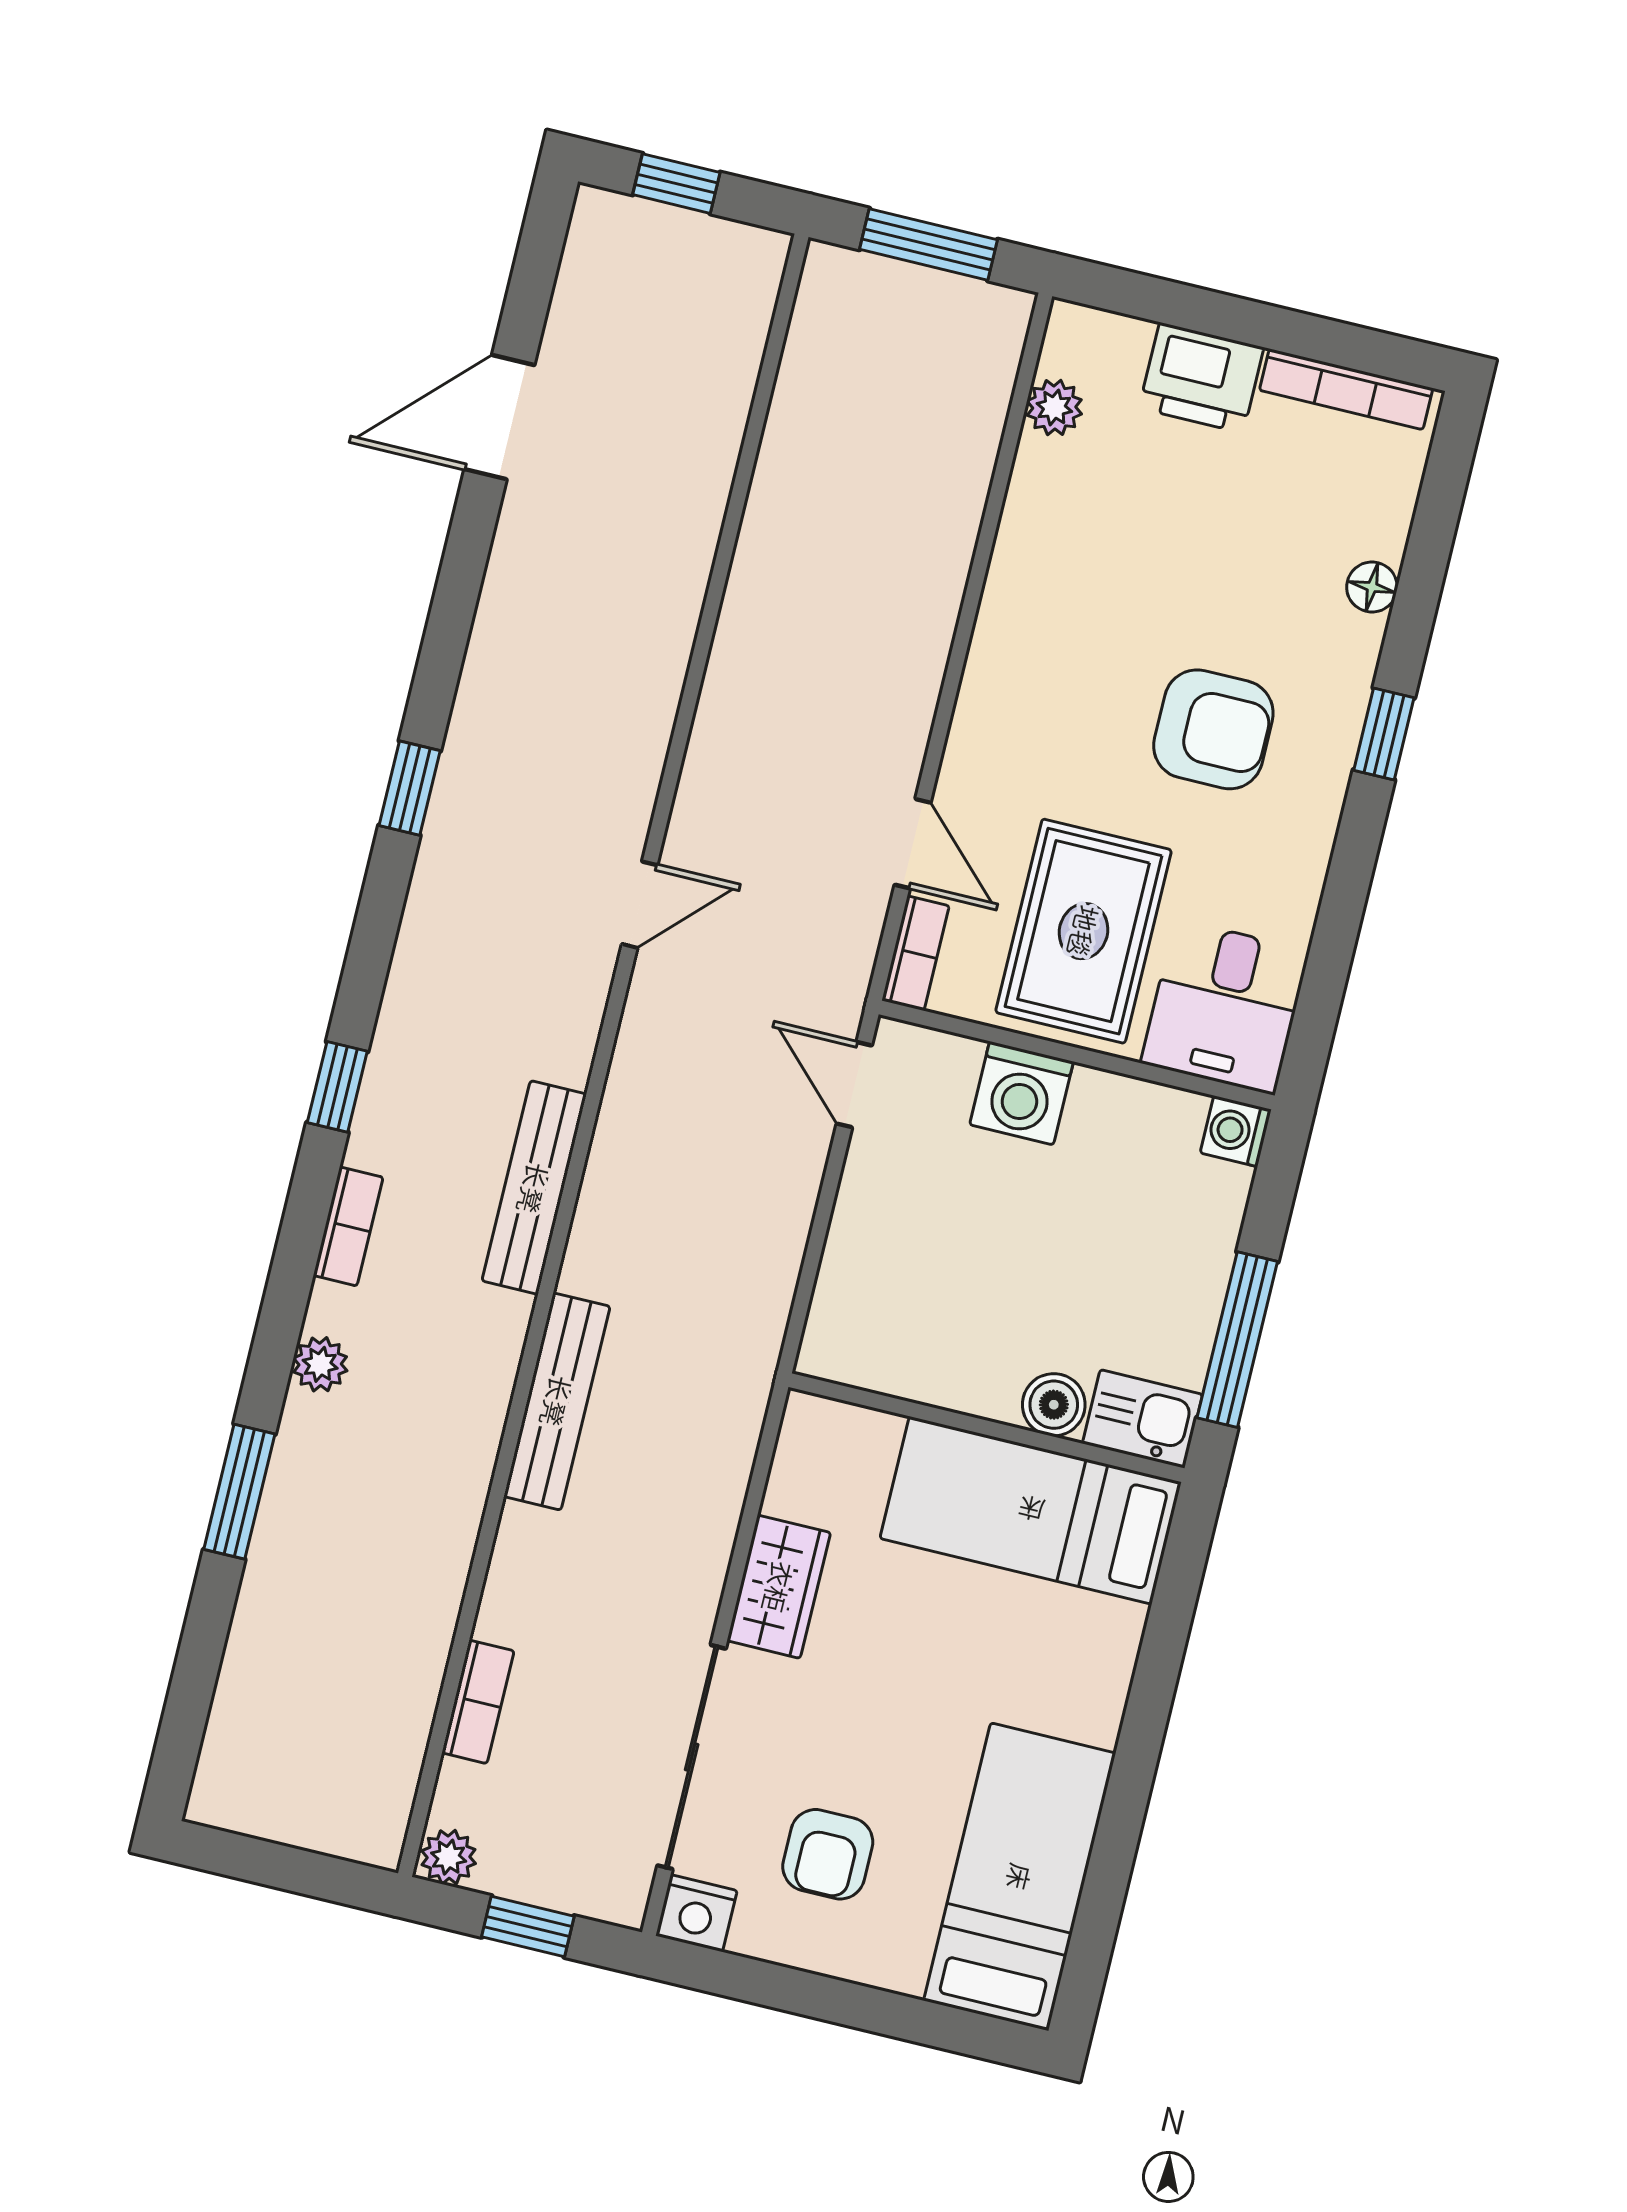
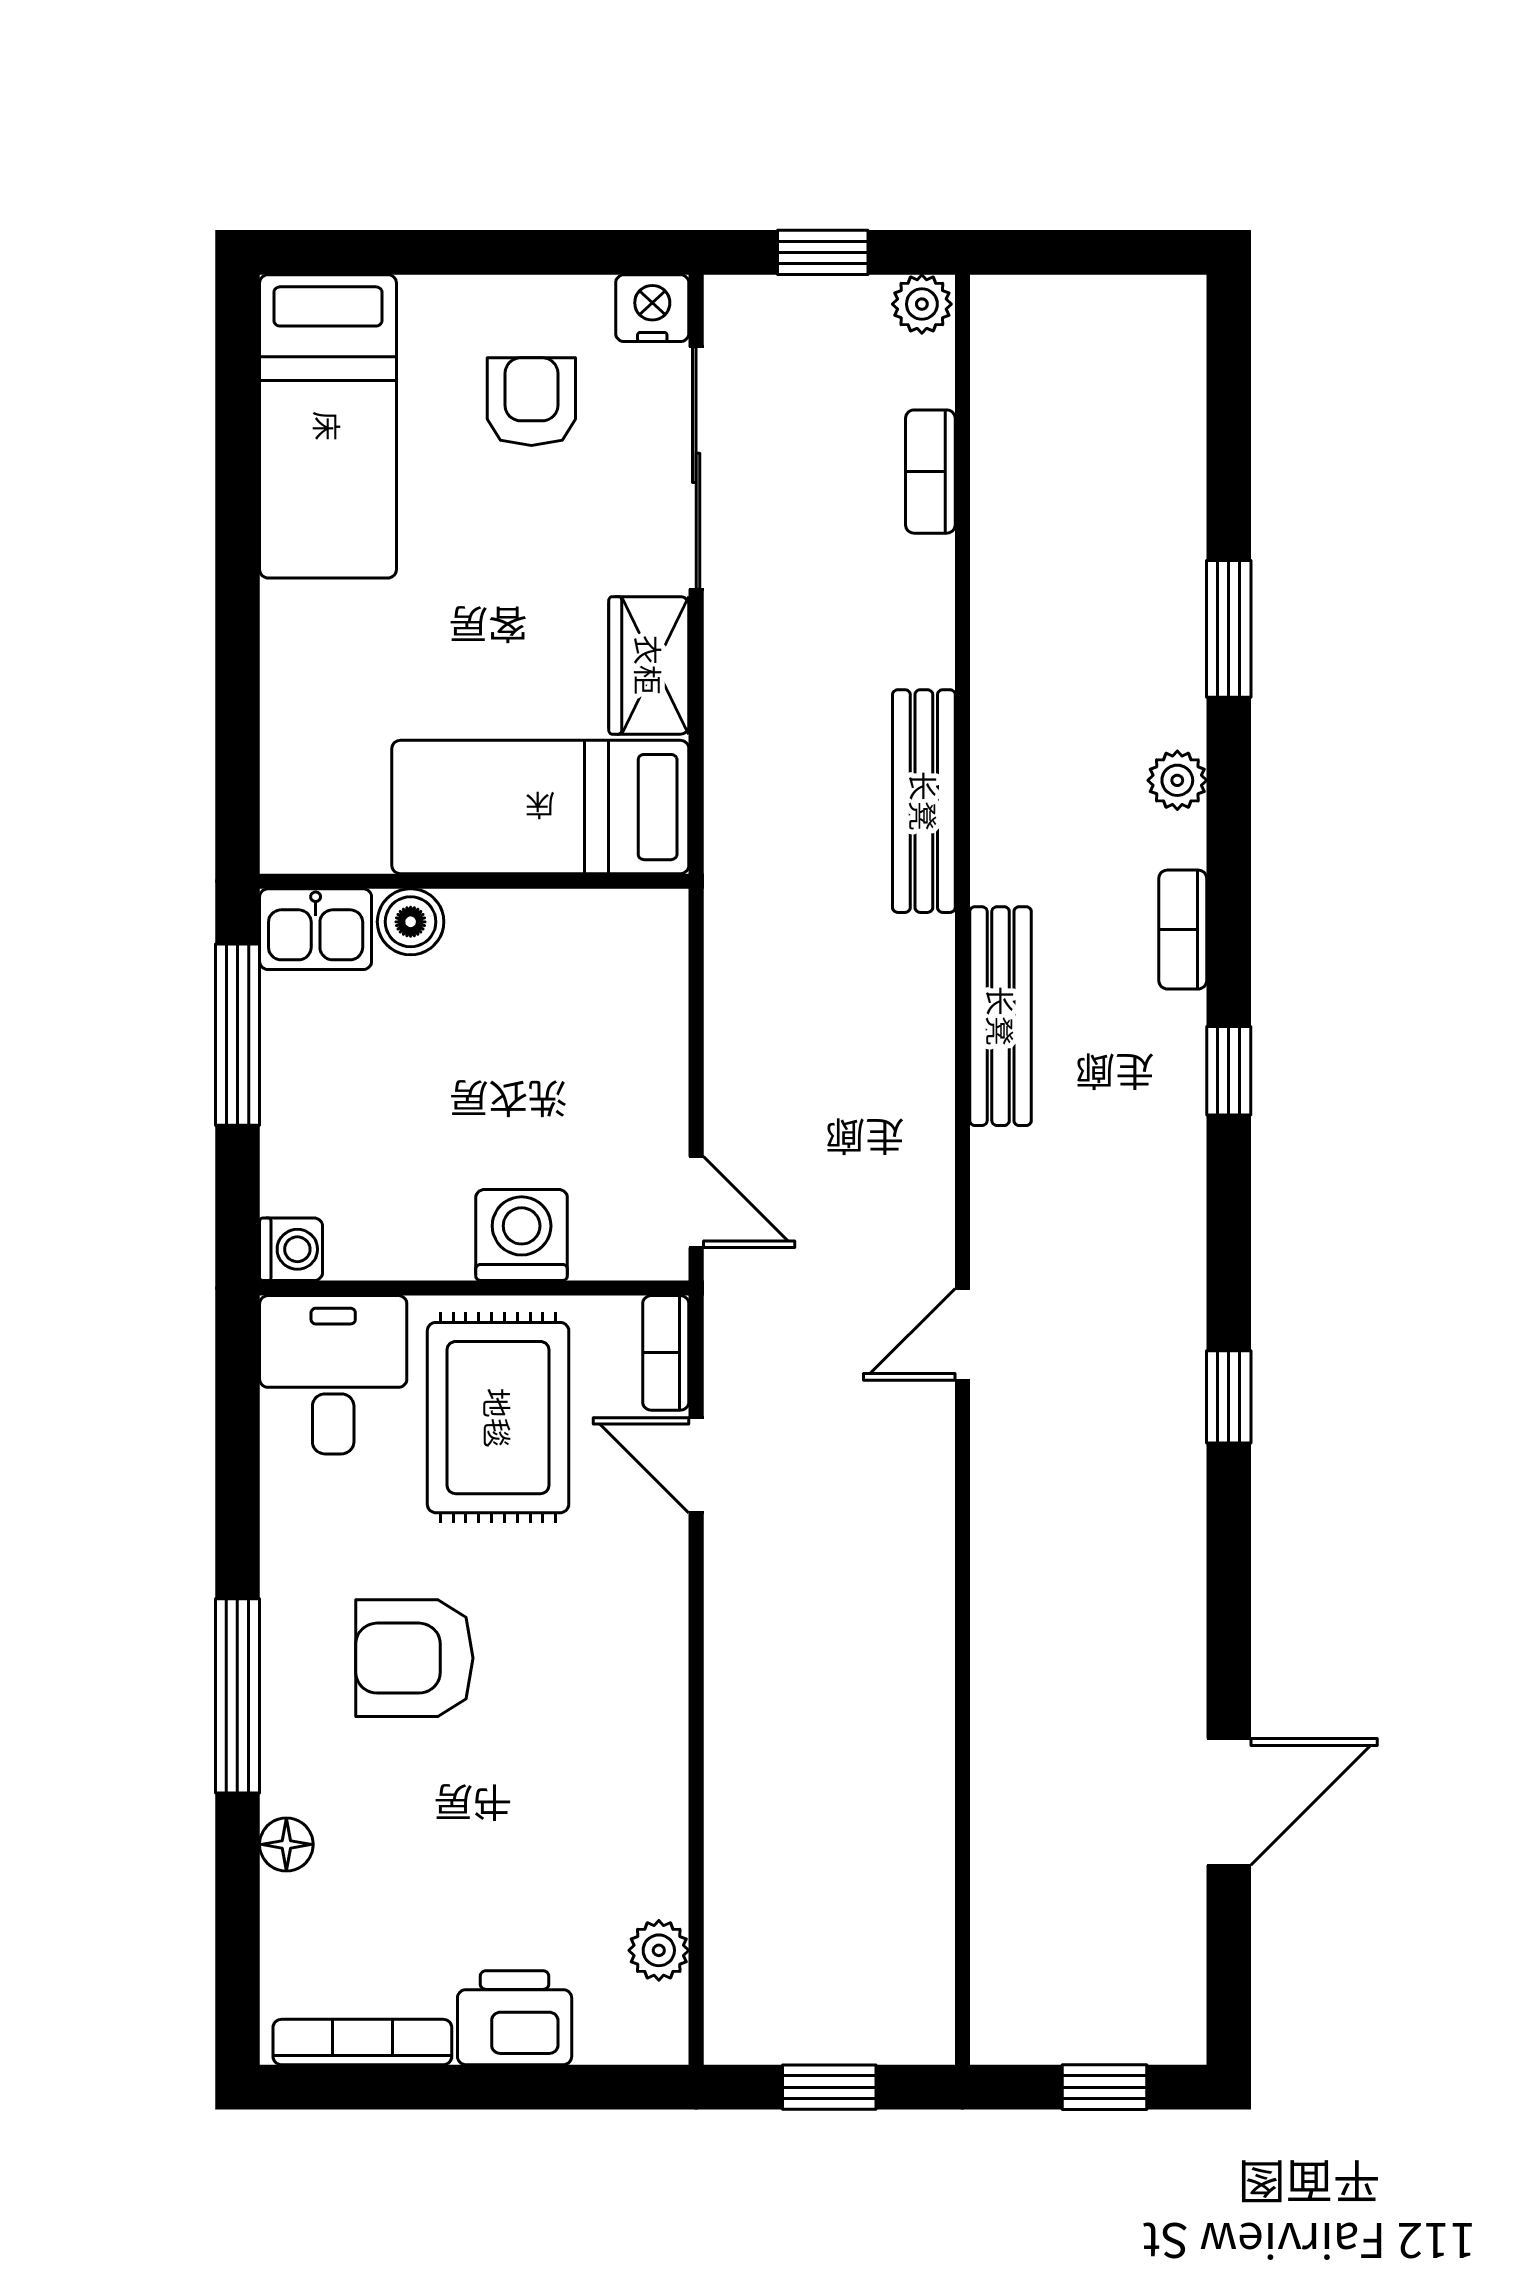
window: (929, 245) -> (829, 2087), width x0.67
window: (1384, 734) -> (237, 1696), width x2.17
bed: (1031, 1510) -> (540, 807), moved, turned 180

